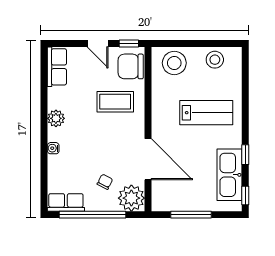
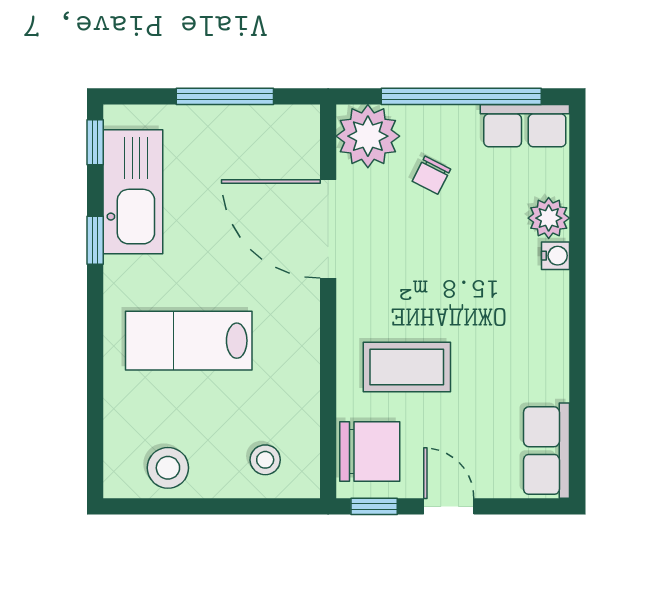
stool: (174, 63) -> (265, 460), width x0.53, depth x0.53
plant: (56, 118) -> (549, 218), moved

